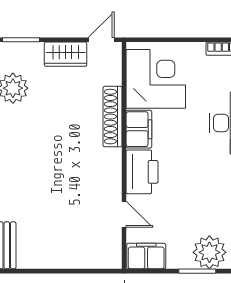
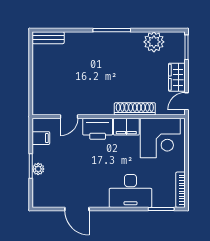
door: (101, 40) -> (186, 101), swing flipped
plant: (209, 252) -> (38, 169), width x0.53, depth x0.53
filing cabinet: (146, 256) -> (41, 138), width x0.50

